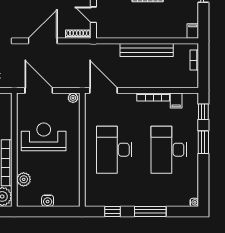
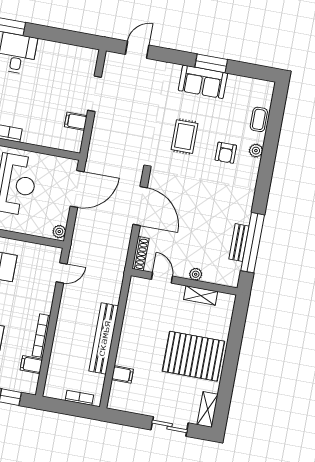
door: (93, 15) -> (162, 278), hinge flipped
filing cabinet: (193, 31) -> (123, 374), moved
door: (103, 90) -> (62, 273), width x0.53

